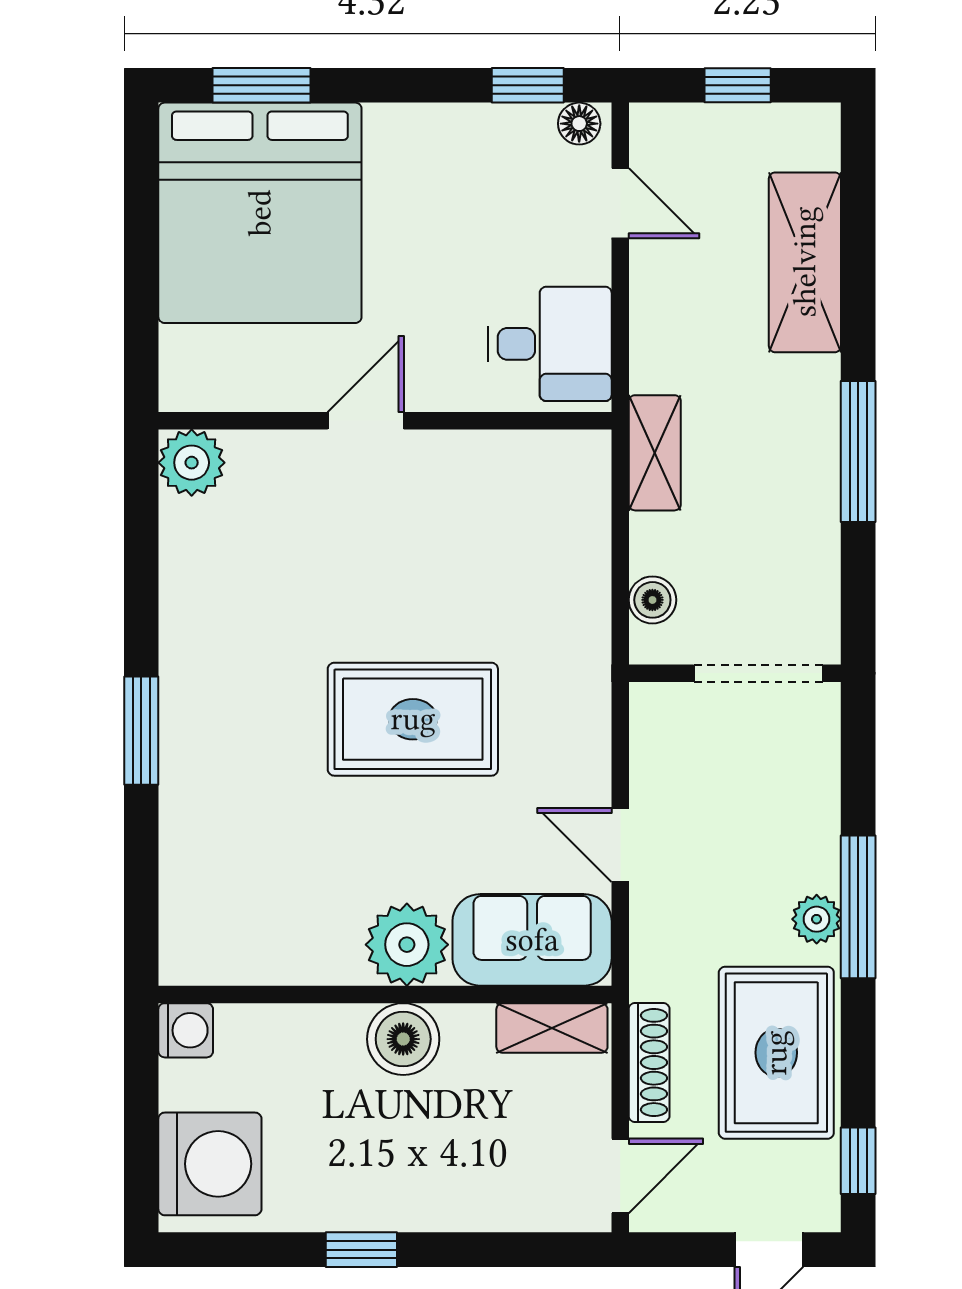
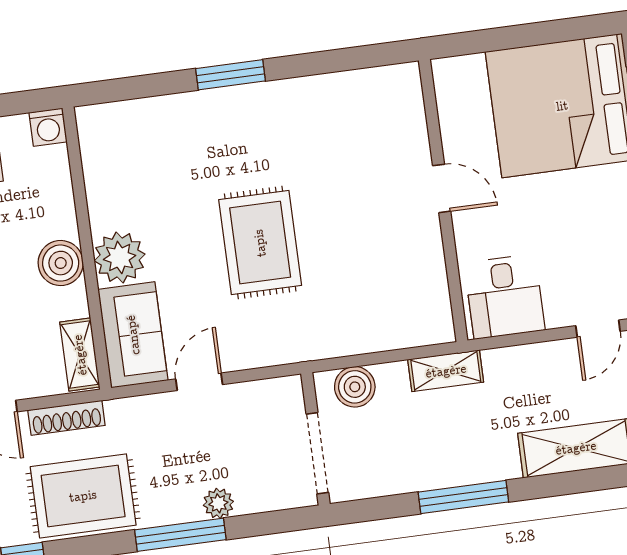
plant: (192, 463) -> (401, 84), removed
boiler: (652, 600) -> (355, 387), width x1.36, depth x1.36
plant: (817, 919) -> (218, 503), moved

